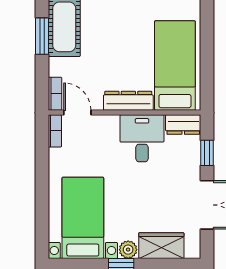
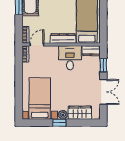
door: (77, 113) -> (37, 45), hinge flipped

